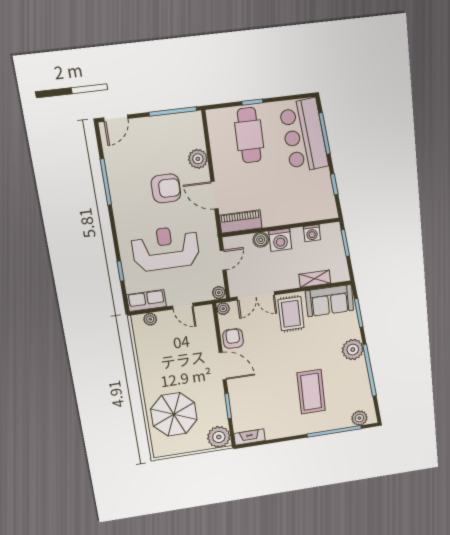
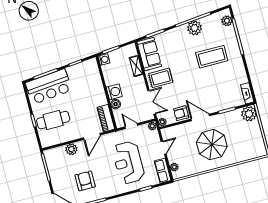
armchair: (166, 188) -> (85, 181), moved
washing machine: (312, 233) -> (104, 60), moved
plant: (353, 350) -> (195, 28), moved
door: (223, 366) -> (200, 117), hinge flipped
parasol: (174, 414) -> (212, 145), moved

